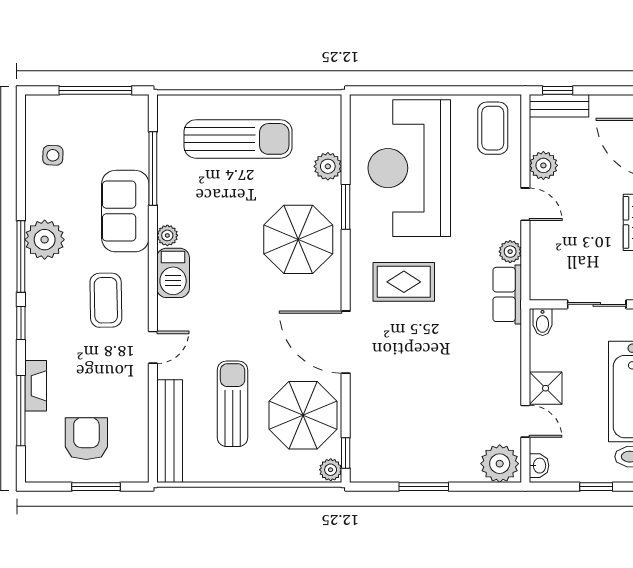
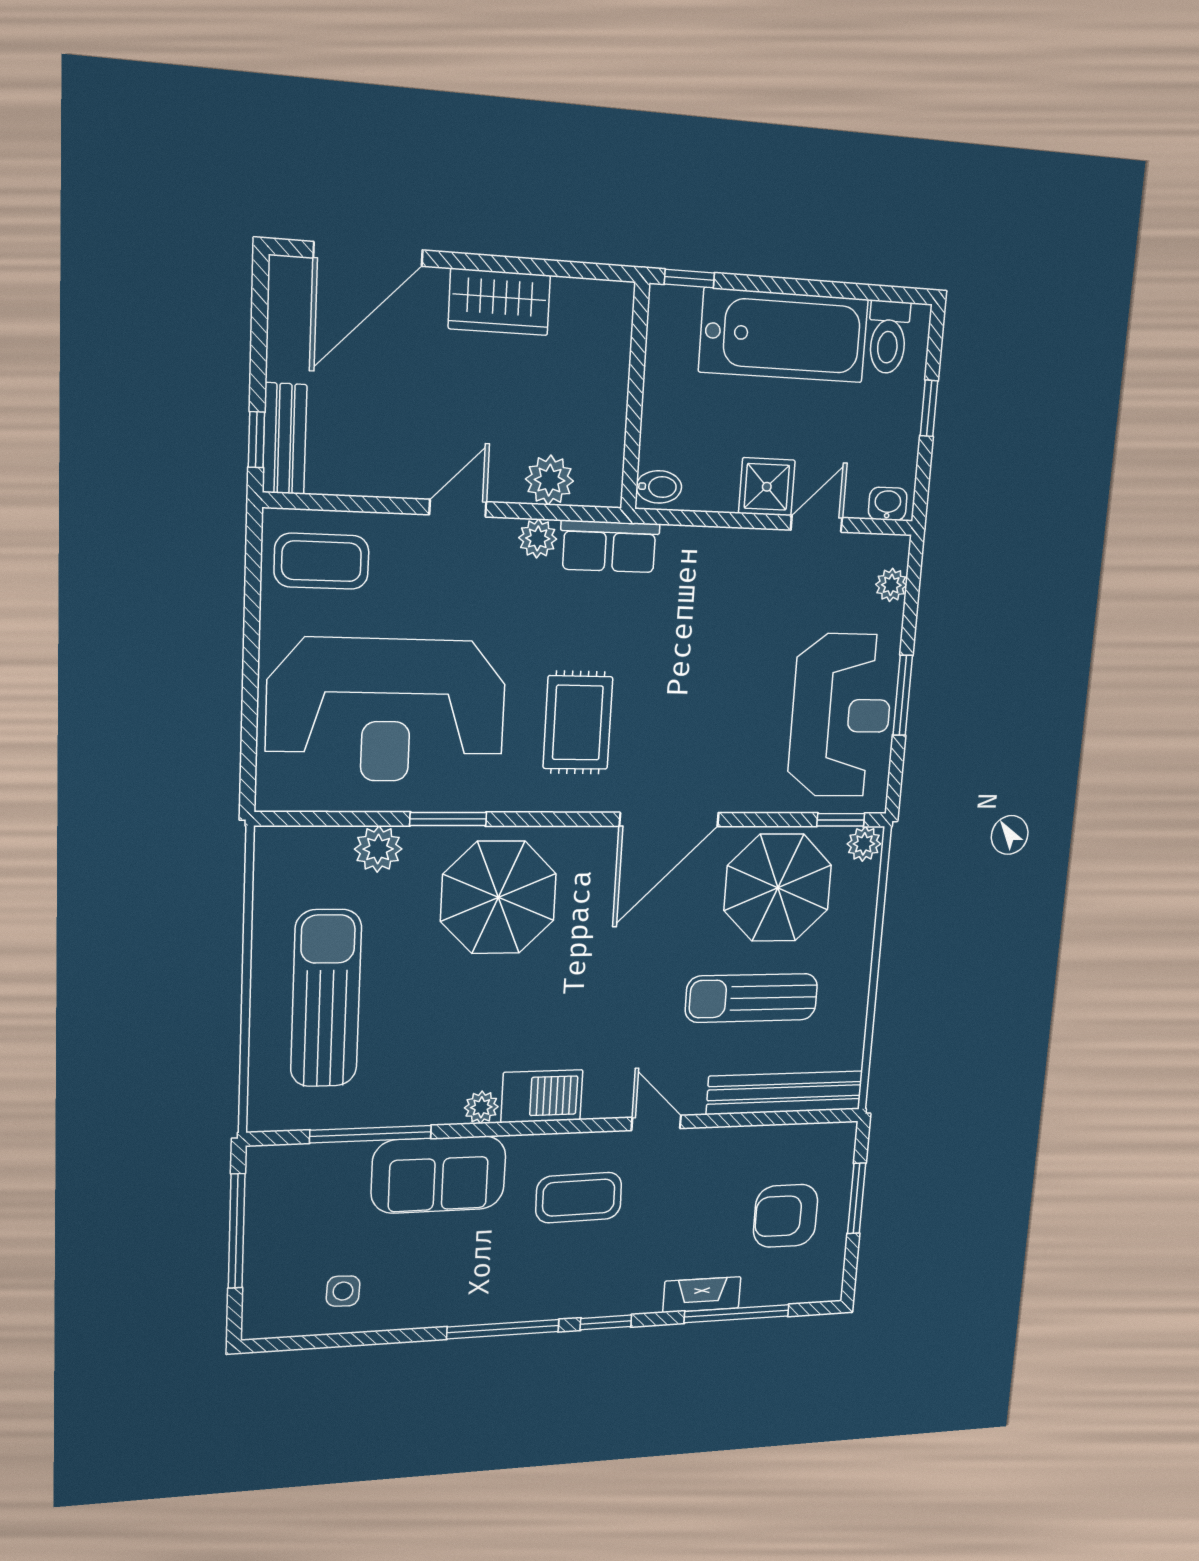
plant: (543, 165) -> (550, 480), moved
plant: (45, 240) -> (478, 1295), removed
sliding door: (597, 304) -> (636, 389), removed
reception desk: (411, 447) -> (841, 715), added
plant: (500, 464) -> (891, 585), width x0.53, depth x0.53

